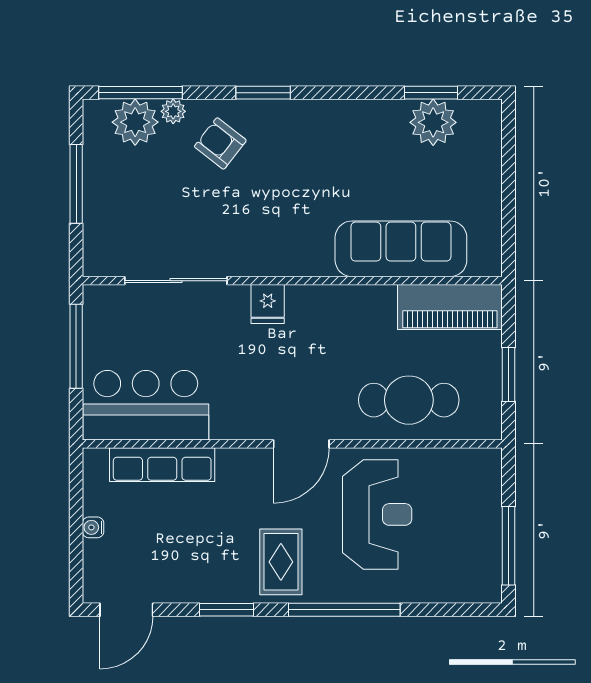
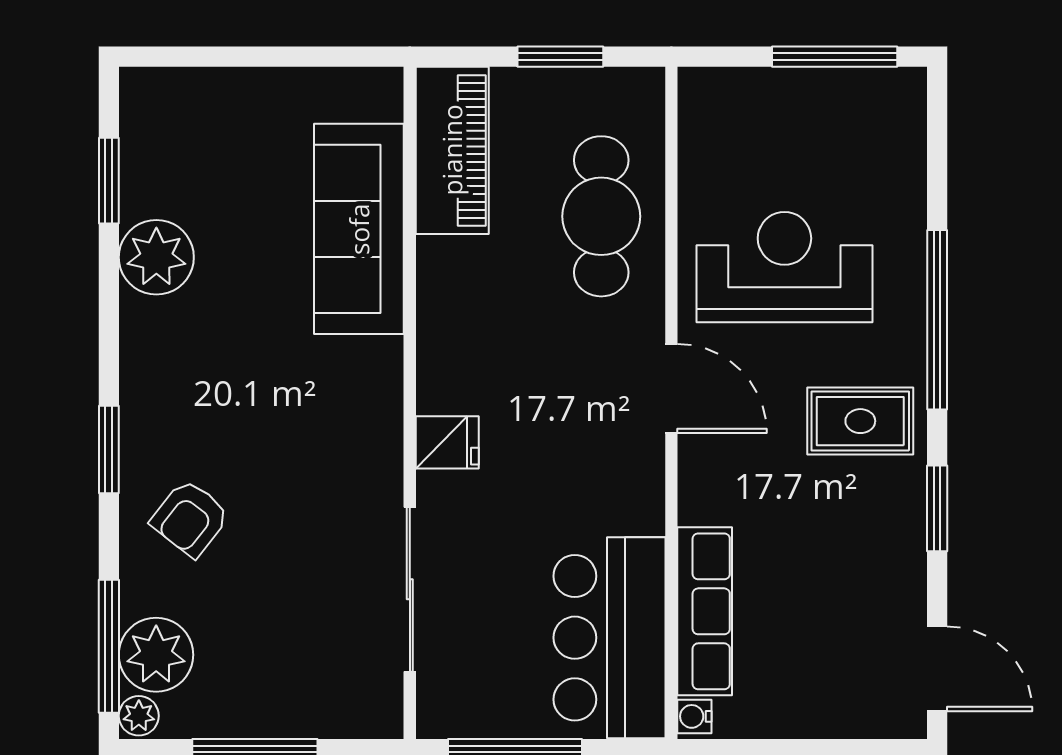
plant: (173, 111) -> (139, 716), moved
plant: (433, 122) -> (156, 257), moved
water cooler: (93, 527) -> (694, 716), moved, turned 90

